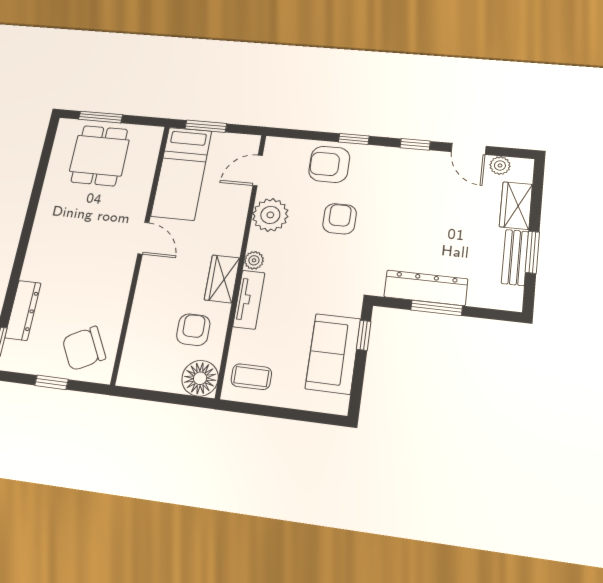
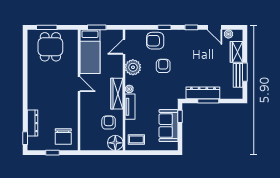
wardrobe: (222, 279) -> (117, 94), width x1.50
chair: (84, 348) -> (63, 136), turned -62

